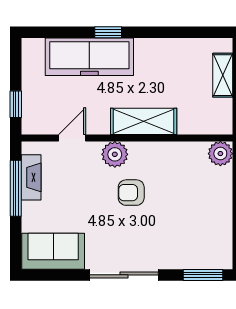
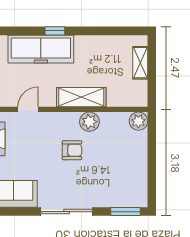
plant: (115, 154) -> (89, 122), moved
armchair: (131, 193) -> (72, 150), turned 180

